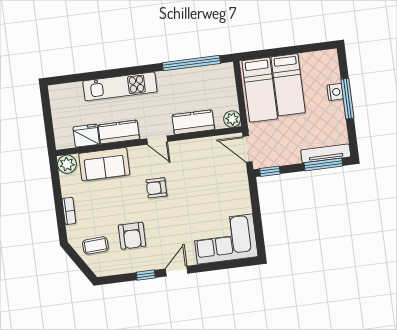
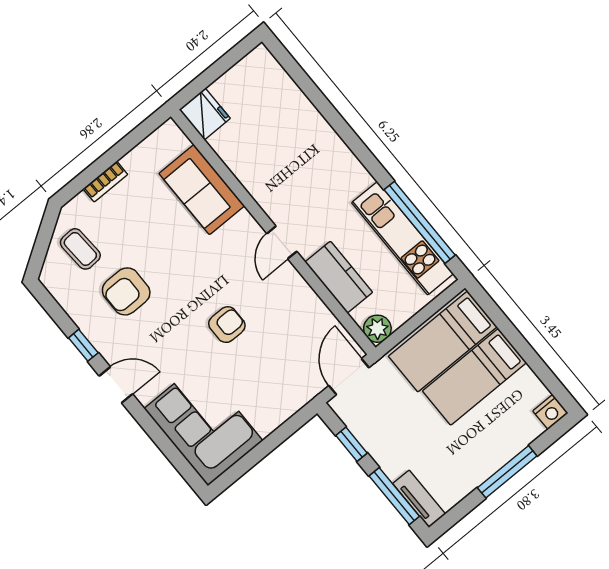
kitchen unit: (120, 86) -> (402, 238), moved
nightstand: (335, 92) -> (550, 412), moved
kitchen counter: (119, 132) -> (260, 182), removed
fridge: (86, 136) -> (205, 114), moved
tv unit: (326, 153) -> (419, 499), width x0.71
plant: (67, 164) -> (169, 138), removed
window: (270, 171) -> (351, 444), moved
armchair: (156, 188) -> (227, 325), moved, turned 90

